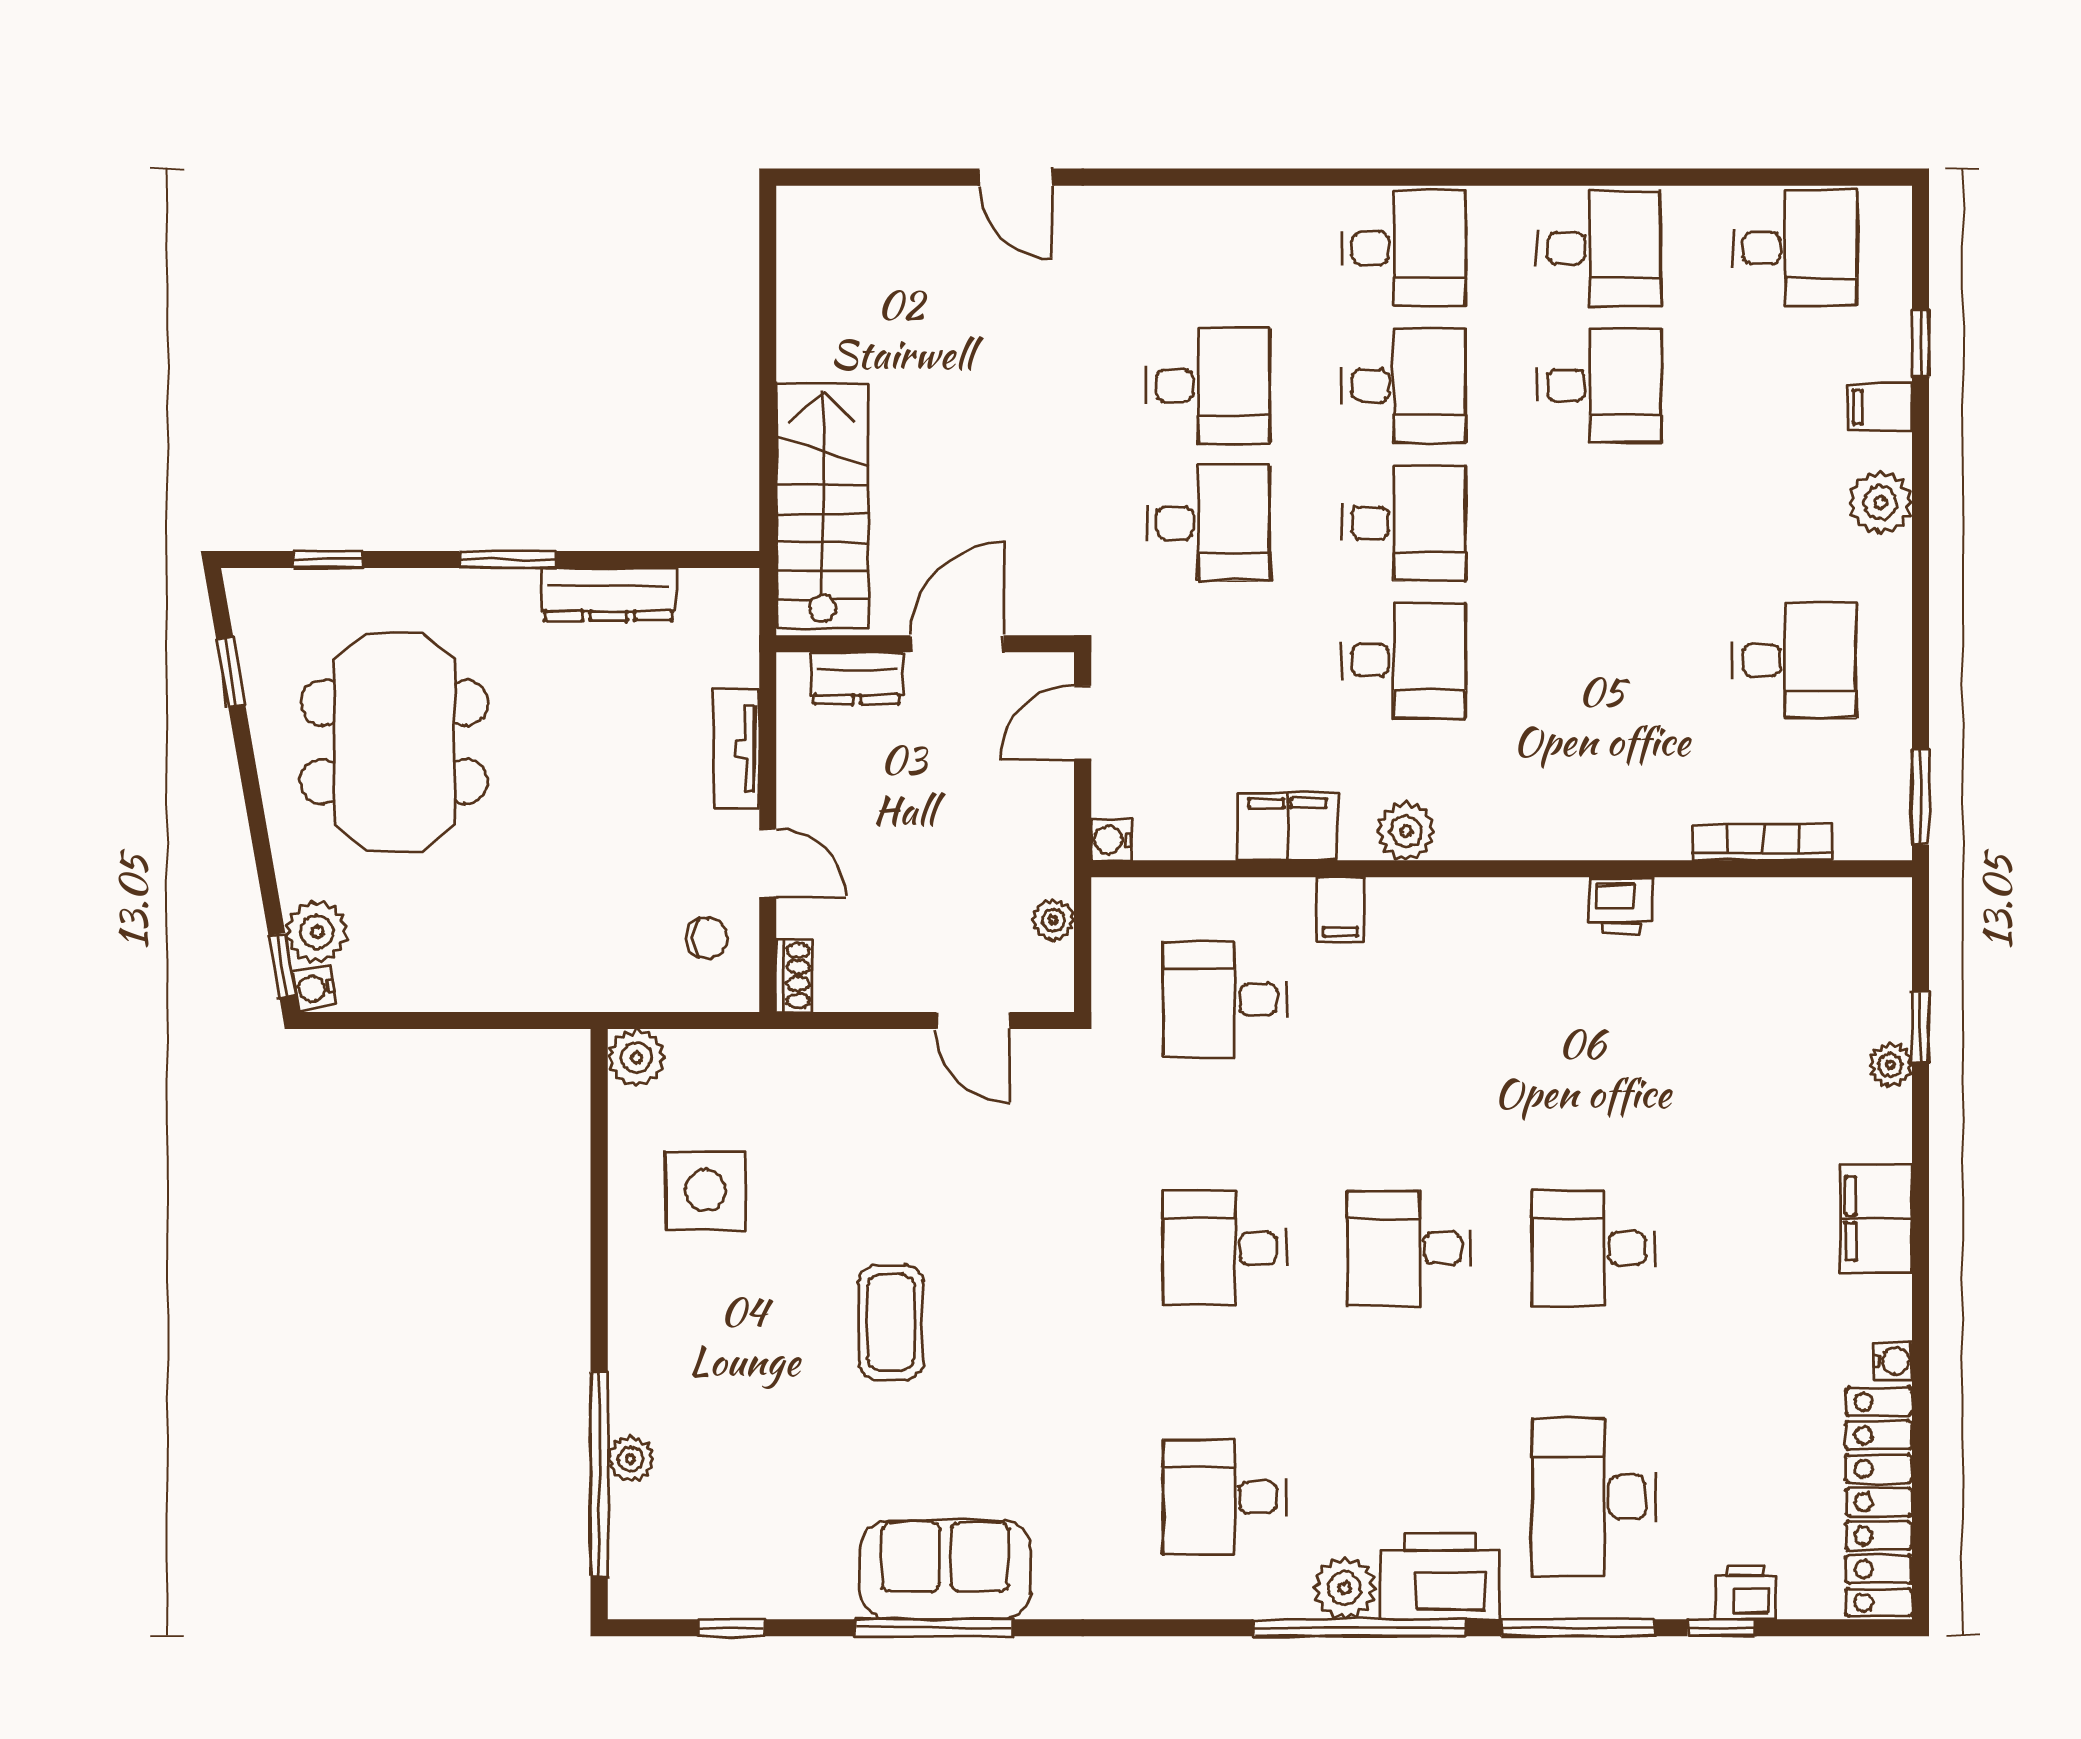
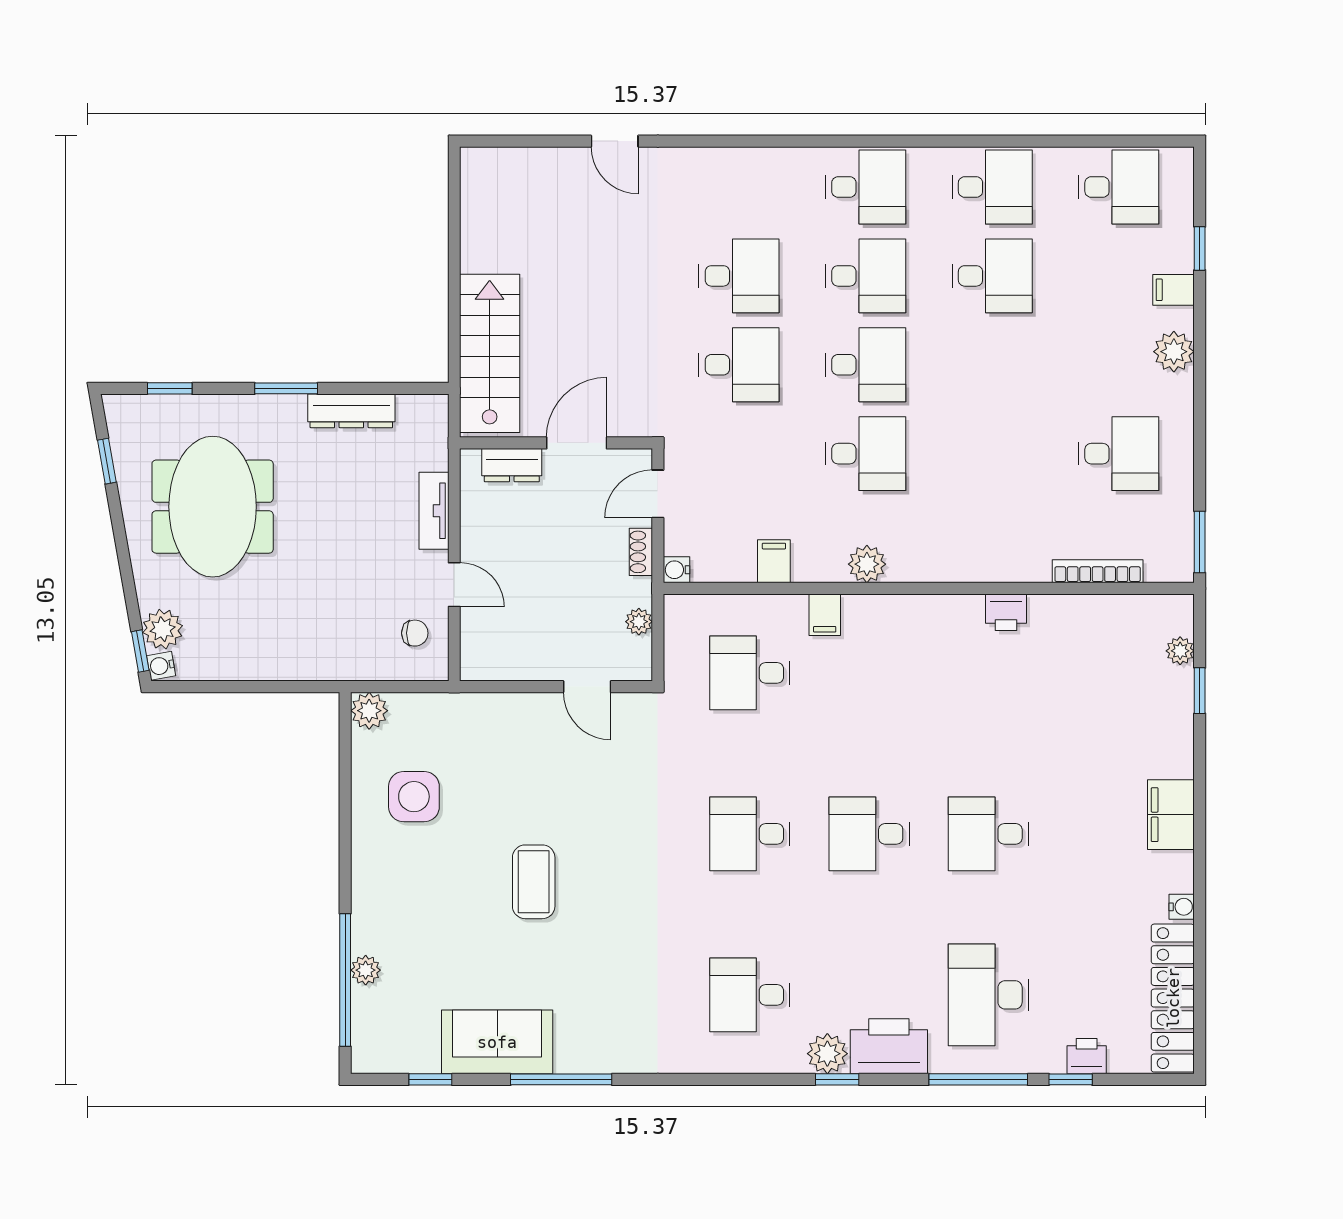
filing cabinet: (1287, 827) -> (774, 561), width x0.50
shoe rack: (794, 975) -> (641, 552), moved, turned 180
plant: (1890, 1065) -> (1180, 651), moved
sofa: (945, 1570) -> (497, 1042), moved
window: (1360, 1628) -> (837, 1079), width x0.32

